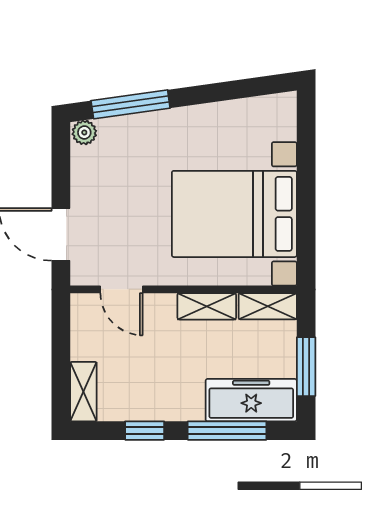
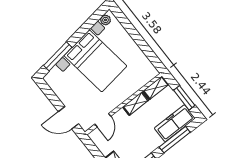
plant: (84, 132) -> (105, 20), moved
bed with nightstands: (234, 214) -> (95, 61), moved, turned -98
door: (122, 289) -> (103, 120), hinge flipped

